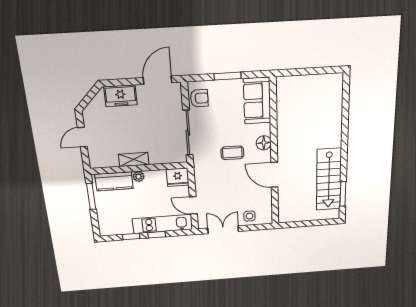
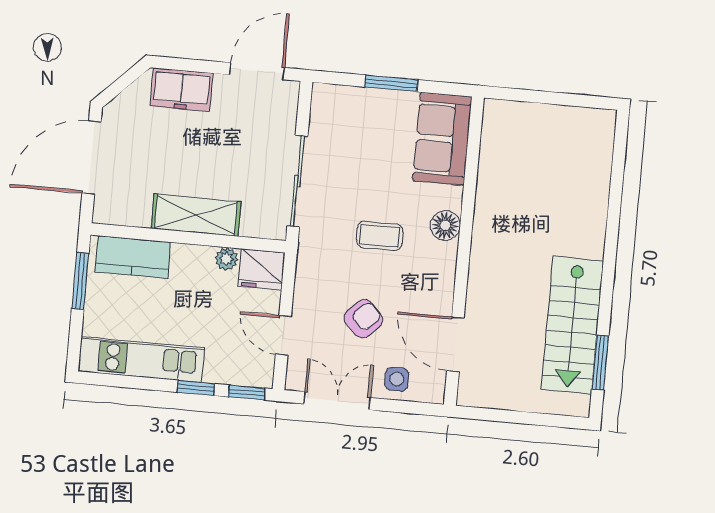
armchair: (199, 98) -> (363, 319), moved, turned -45
door: (82, 137) -> (92, 158), width x1.88
shelving: (134, 159) -> (196, 215), width x1.50, depth x1.33
door: (274, 175) -> (455, 344), moved
plant: (139, 177) -> (227, 259), moved
kitchen unit: (163, 224) -> (141, 360), moved
window: (131, 237) -> (247, 393), moved

